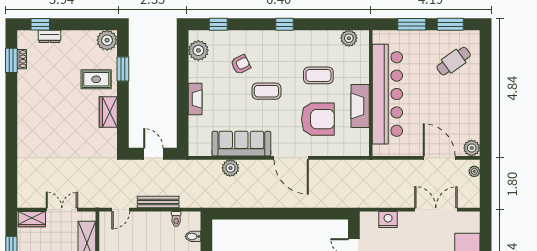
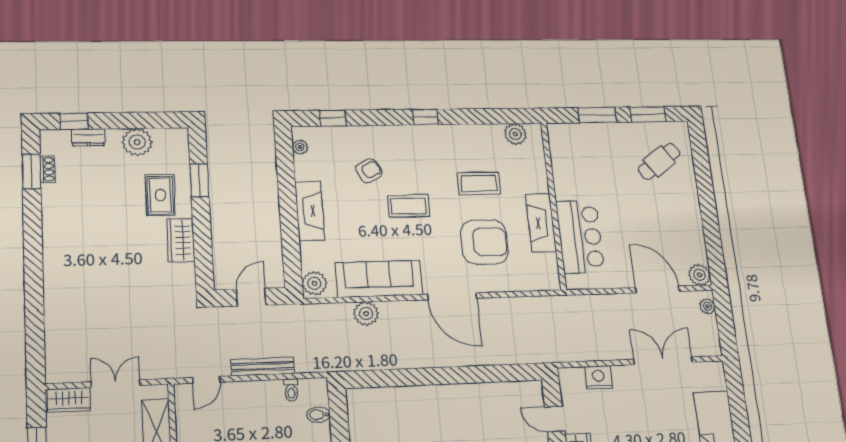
plant: (107, 40) -> (137, 142), moved
plant: (198, 50) -> (300, 147), width x0.53, depth x0.53
rug: (96, 79) -> (160, 195), turned 90
bar counter: (387, 94) -> (580, 237), width x0.54
fireplace: (195, 99) -> (310, 211), width x1.37, depth x1.32
plant: (197, 145) -> (314, 283), added
door: (153, 154) -> (251, 297), hinge flipped

